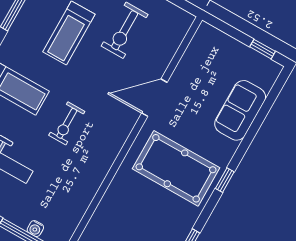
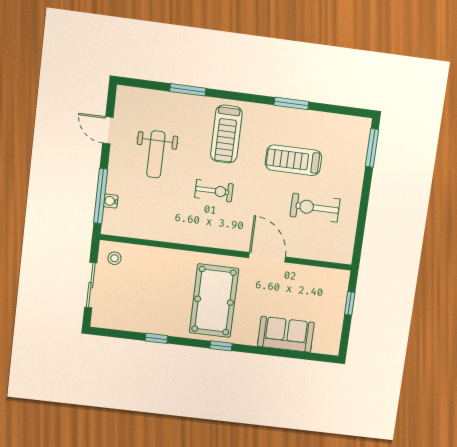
window: (262, 49) -> (350, 303), moved
exercise bike: (67, 123) -> (214, 191), turned 180

